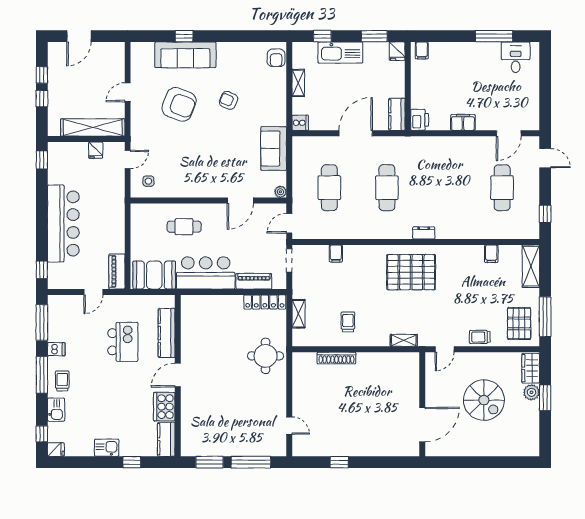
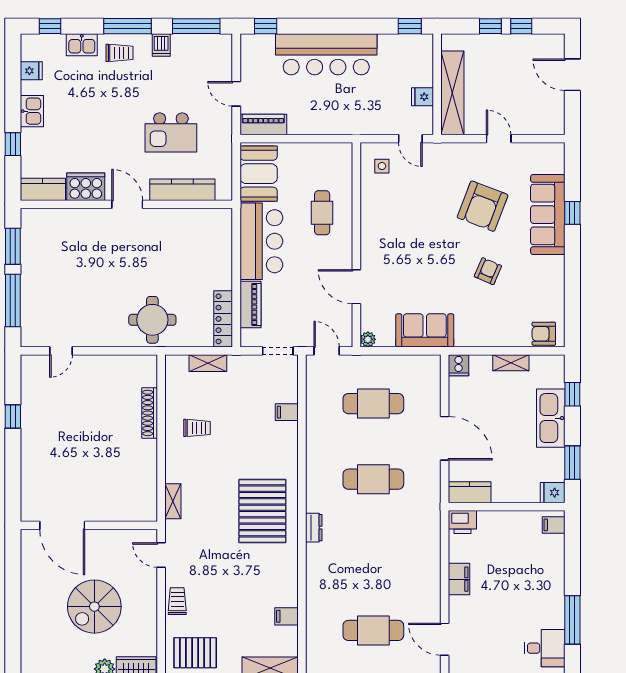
fridge: (56, 450) -> (31, 71), moved, turned -90

